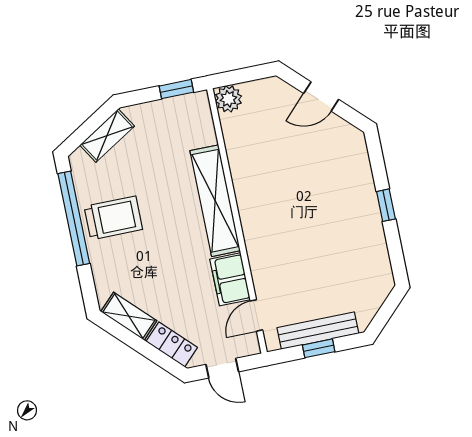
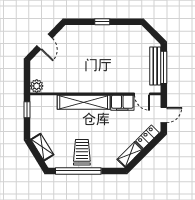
window: (319, 348) -> (164, 67), width x2.17

